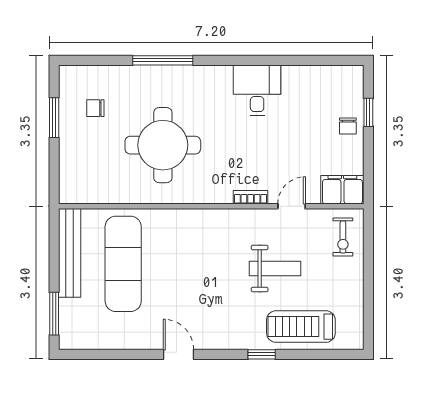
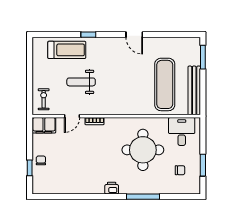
printer: (220, 76) -> (112, 188), added
desk: (257, 90) -> (182, 131), moved, turned 180

